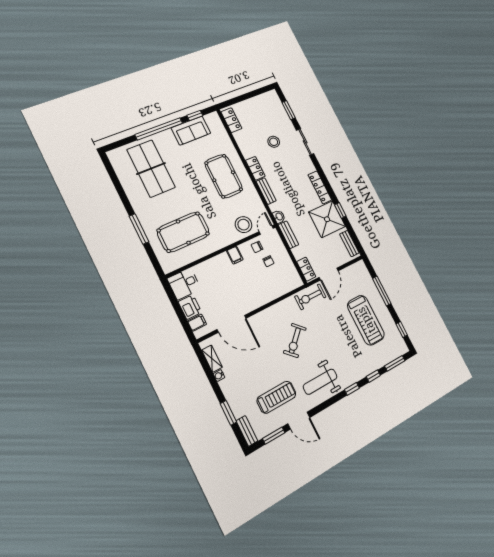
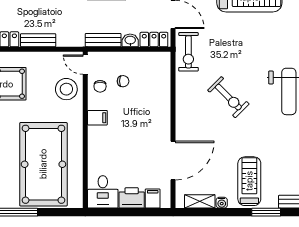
washbasin: (279, 217) -> (130, 40), moved
pool table: (183, 232) -> (43, 164), width x1.36, depth x1.32
treadmill: (277, 397) -> (249, 181), moved

